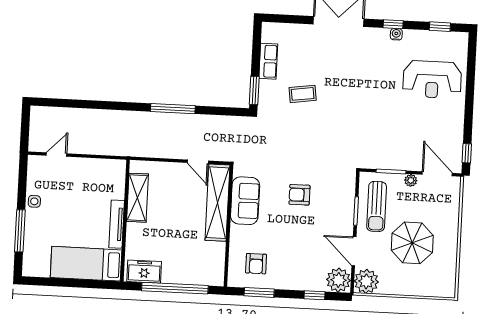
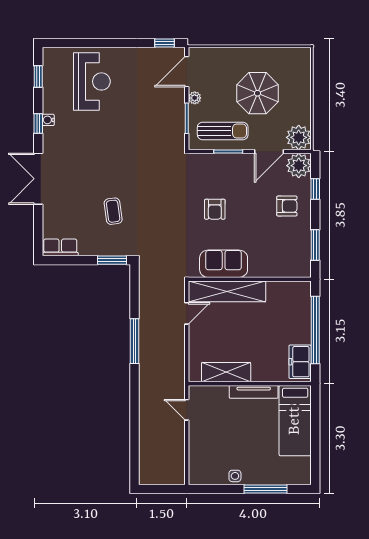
row of seats: (268, 61) -> (60, 247), moved
door: (57, 155) -> (187, 410), moved
armchair: (256, 264) -> (287, 206), moved

